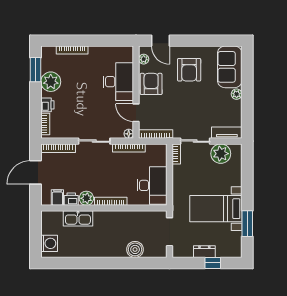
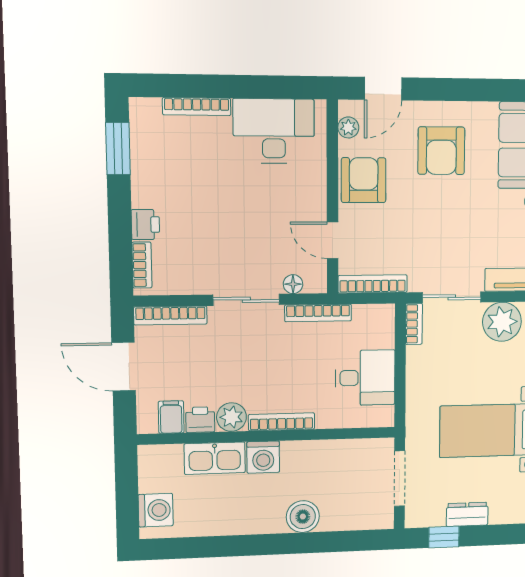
door: (160, 41) -> (383, 89), hinge flipped
plant: (51, 82) -> (152, 175), removed
desk: (118, 82) -> (274, 131), moved, turned -90
floor lamp: (129, 134) -> (293, 284), moved
door: (36, 172) -> (124, 367), hinge flipped
desk: (152, 185) -> (365, 378), width x0.73
washing machine: (102, 219) -> (263, 457), added
boiler: (135, 249) -> (303, 517), moved
window: (213, 263) -> (444, 537), moved

